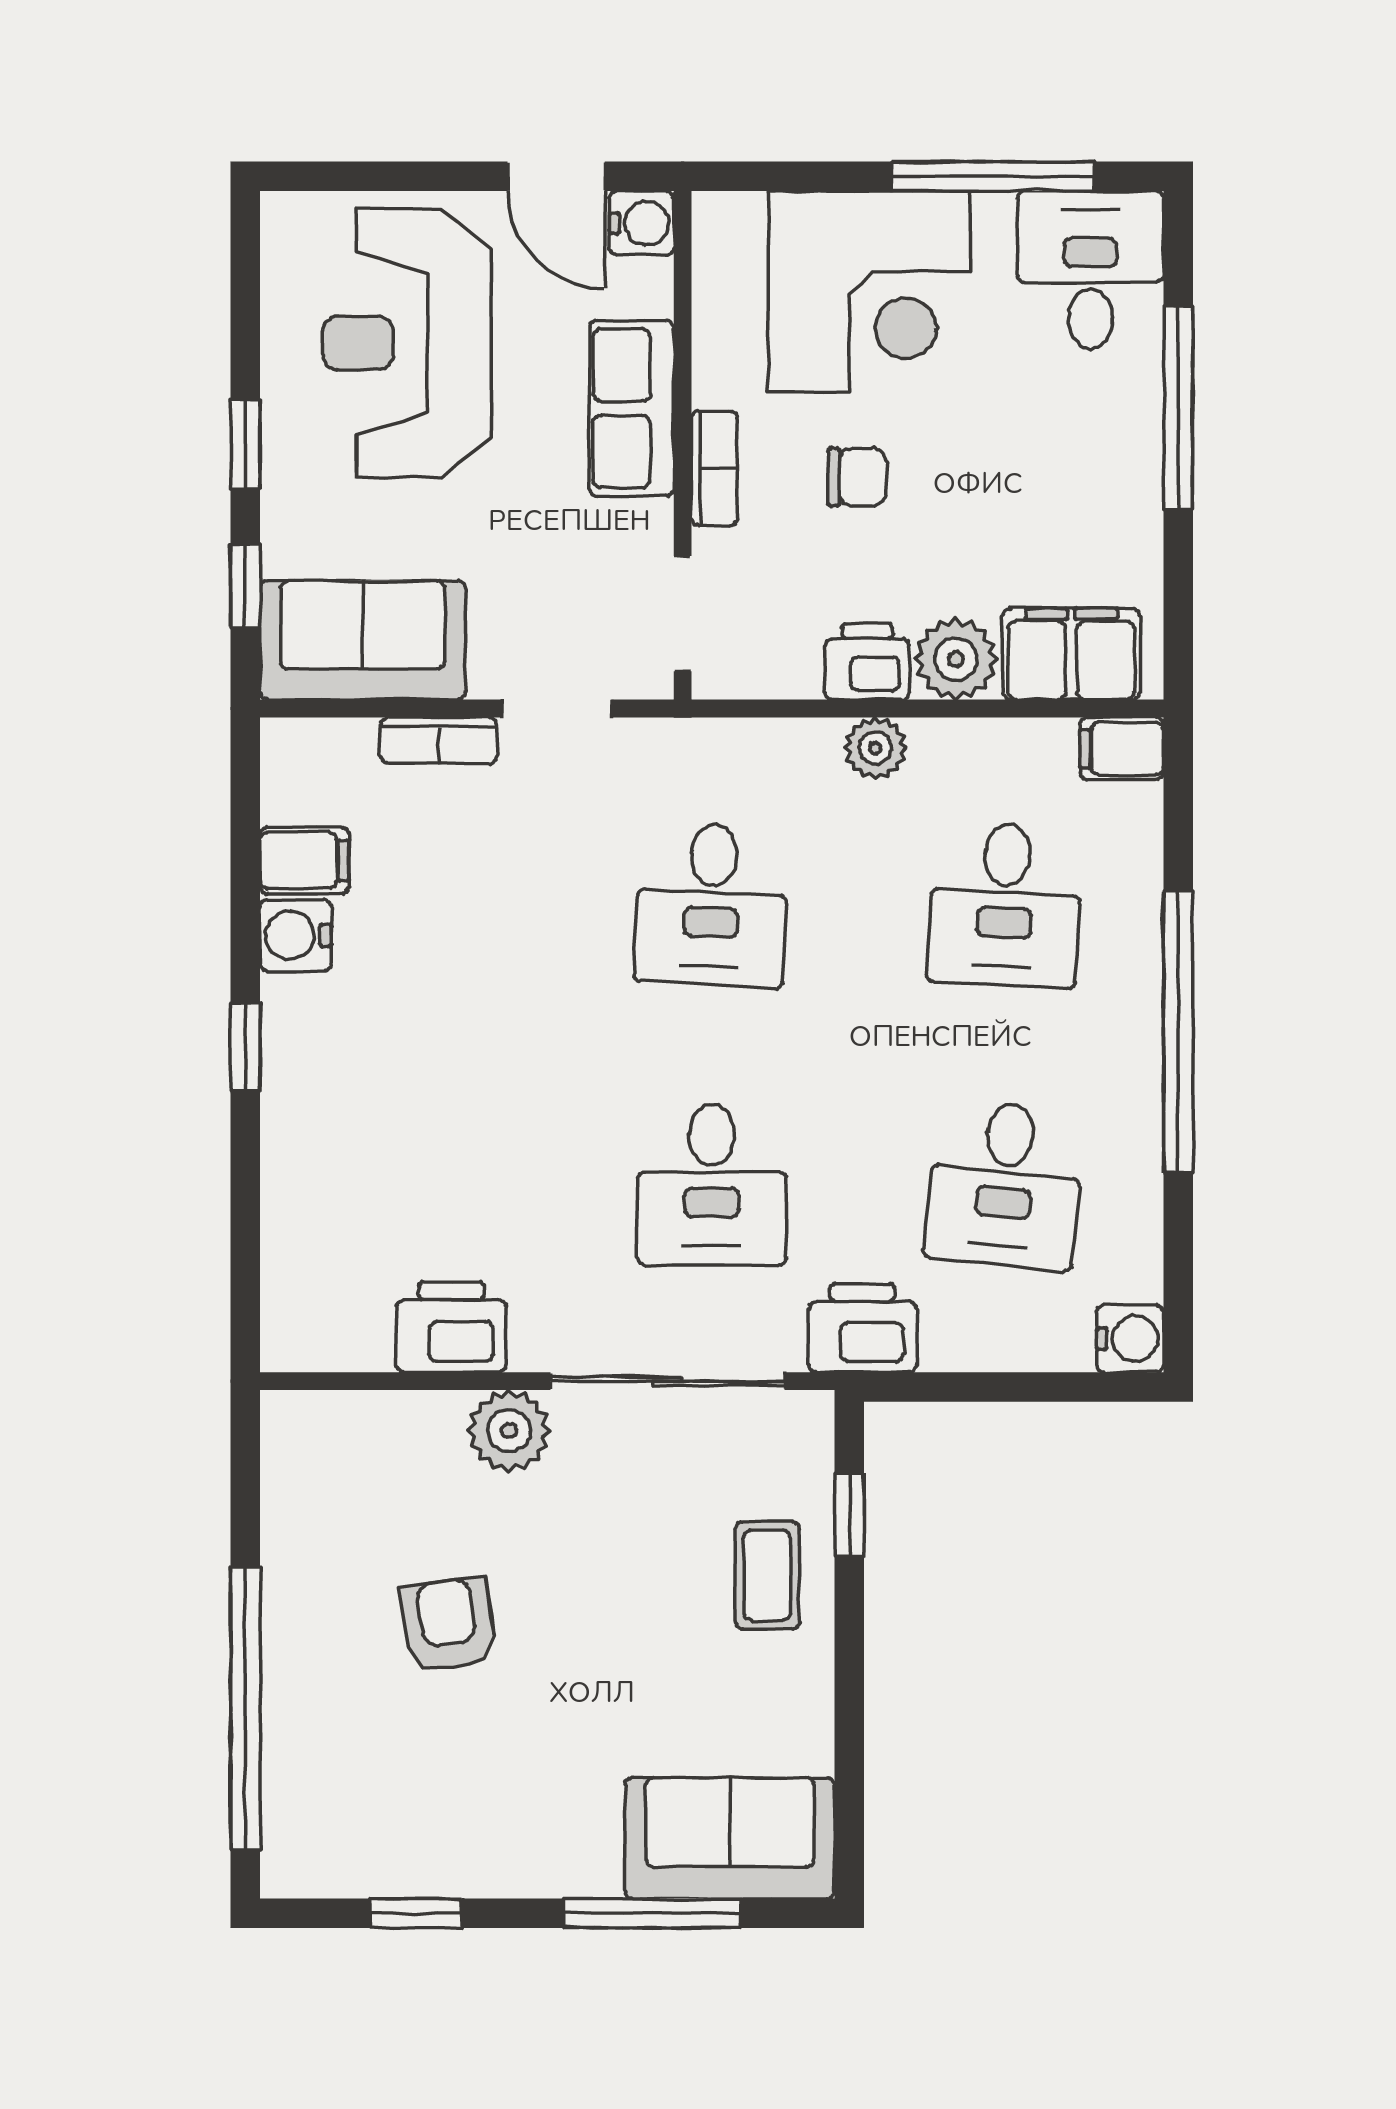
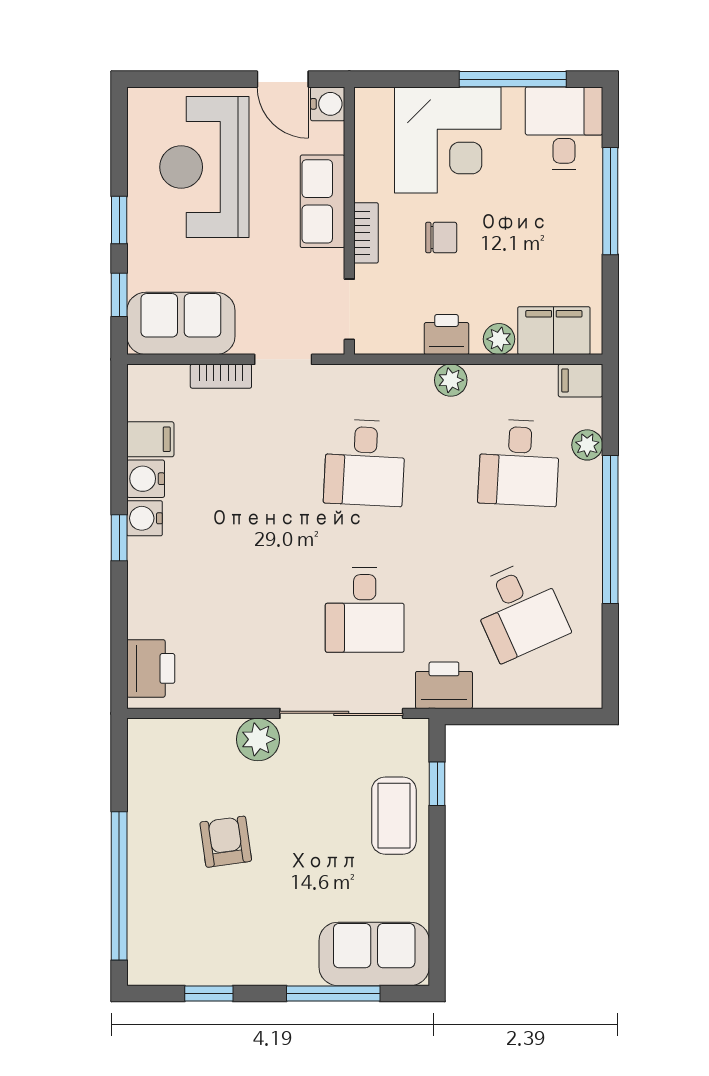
plant: (956, 659) -> (499, 339), width x0.73, depth x0.73
plant: (1135, 871) -> (587, 445), added
desk: (1005, 1185) -> (519, 610), turned -30
printer: (451, 1327) -> (151, 668), moved, turned 90
water cooler: (1130, 1339) -> (145, 518), moved, turned 180
coffee table: (767, 1575) -> (394, 816), width x1.36, depth x1.30

